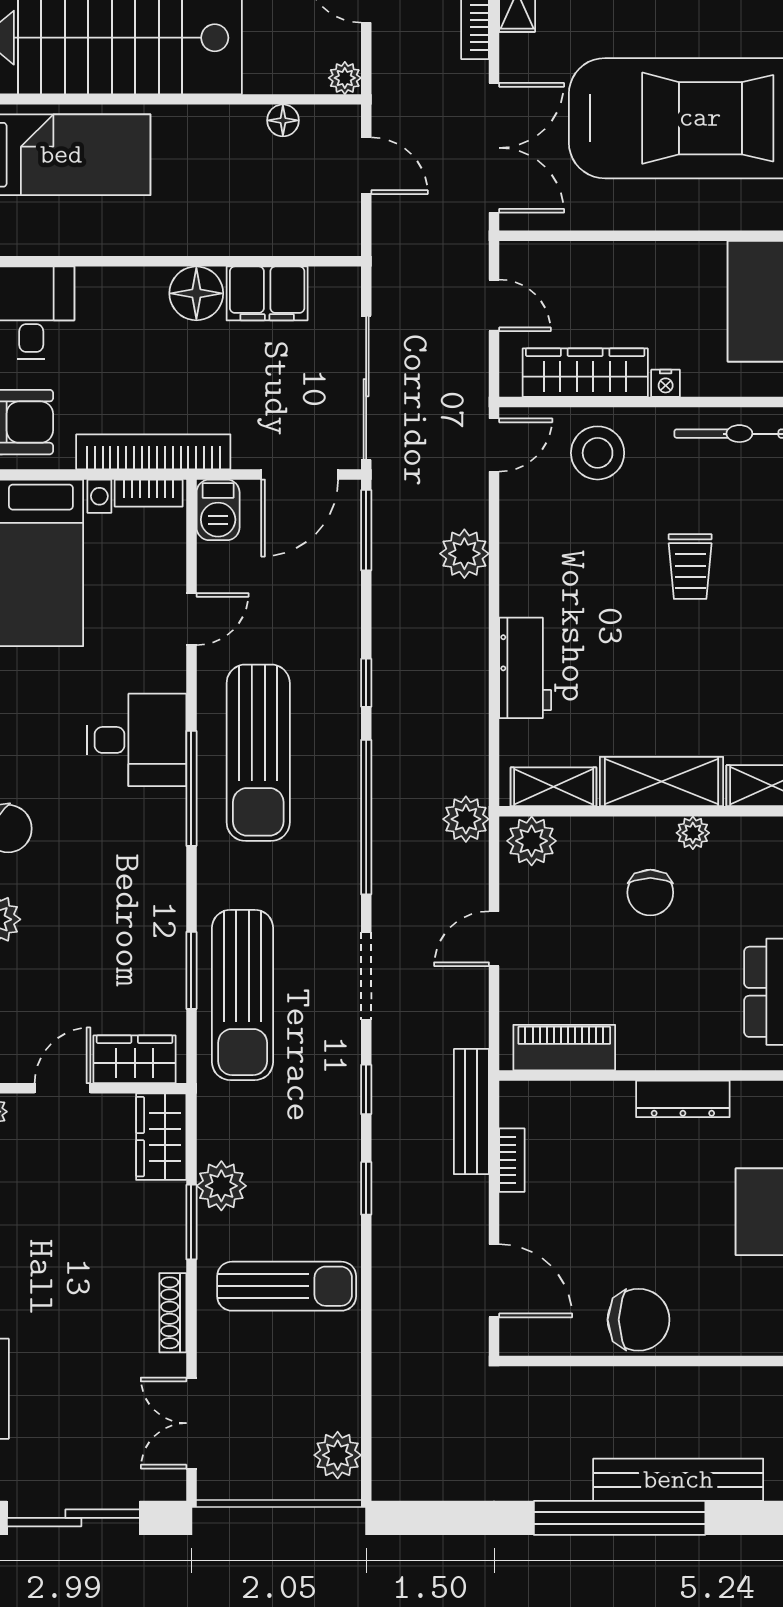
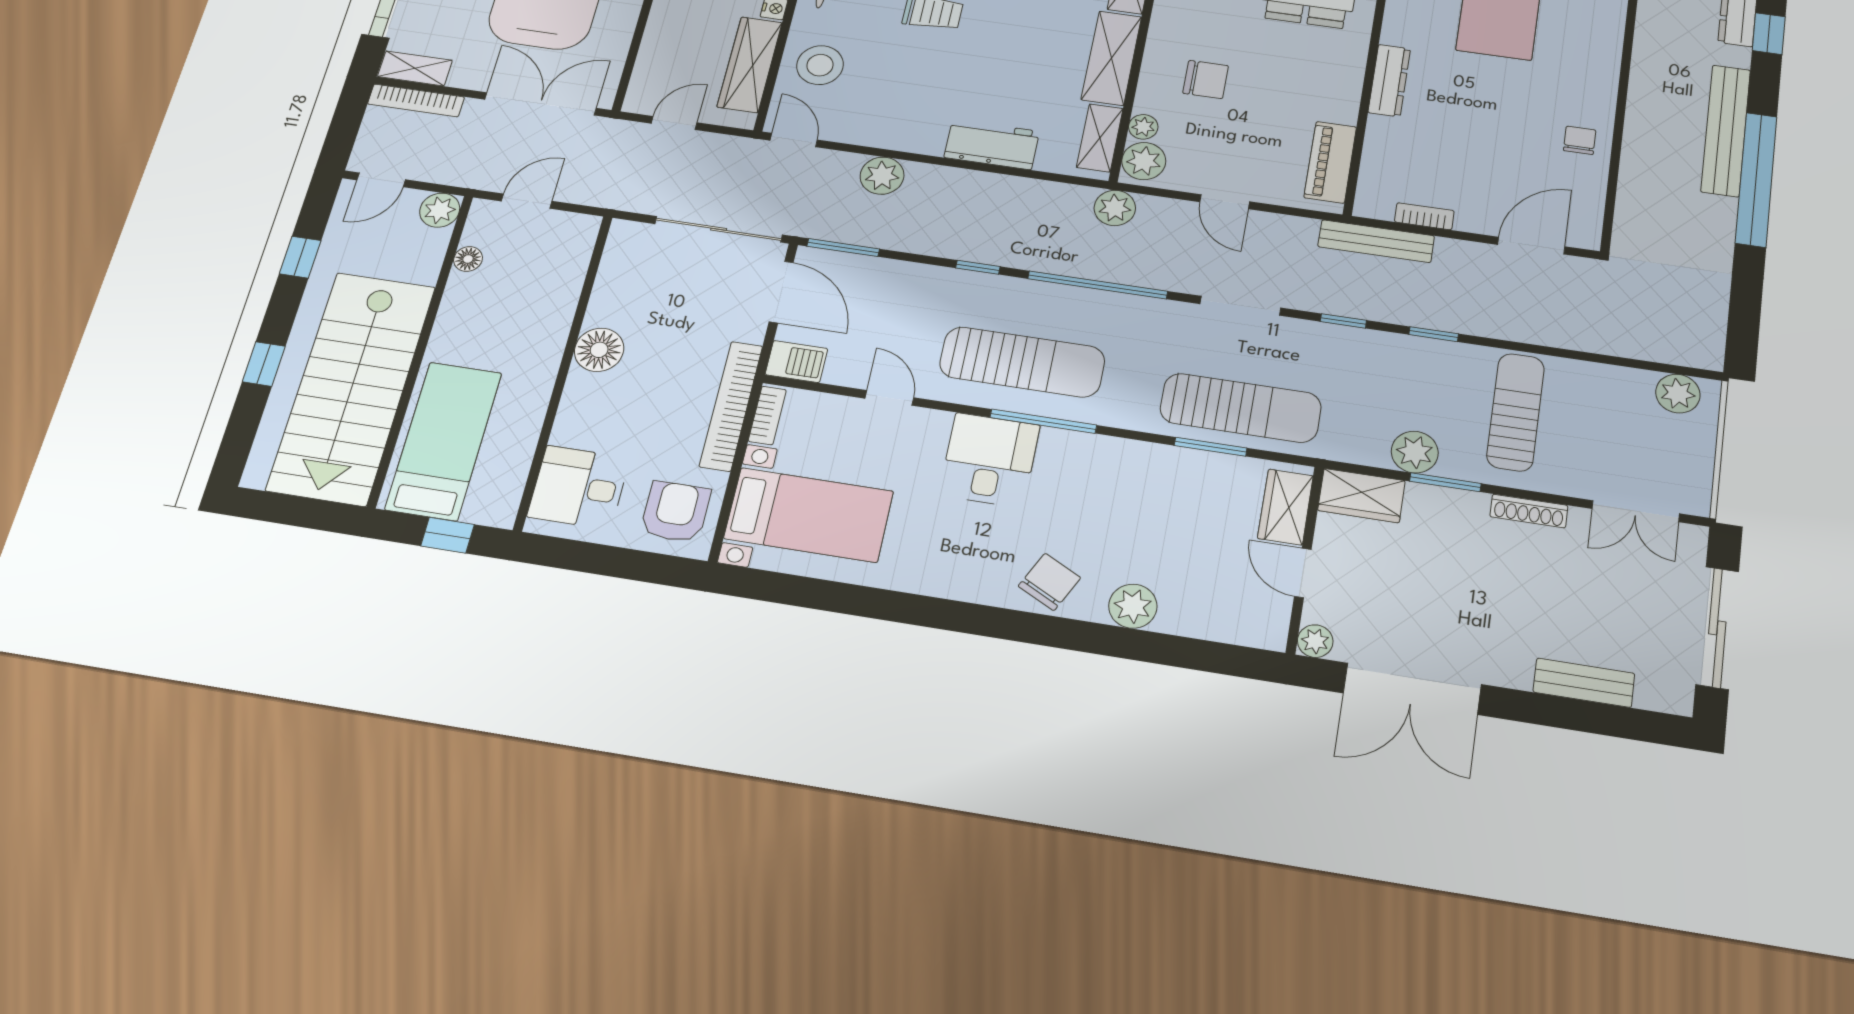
plant: (345, 78) -> (440, 210), width x1.38, depth x1.38
filing cabinet: (267, 293) -> (615, 294), removed
plant: (693, 833) -> (1143, 127), moved
chair: (639, 1320) -> (1580, 140), width x0.54, depth x0.54

